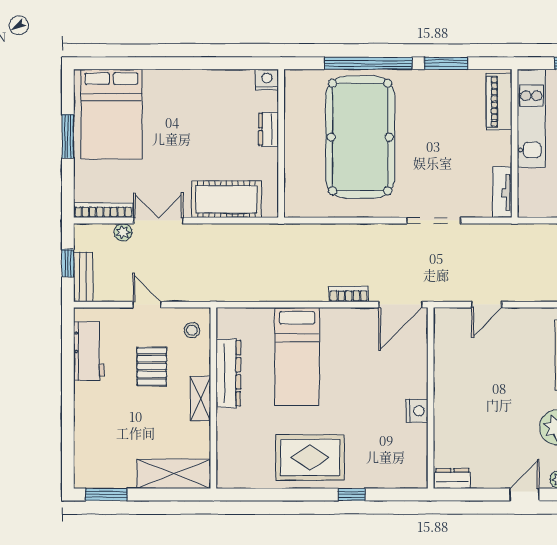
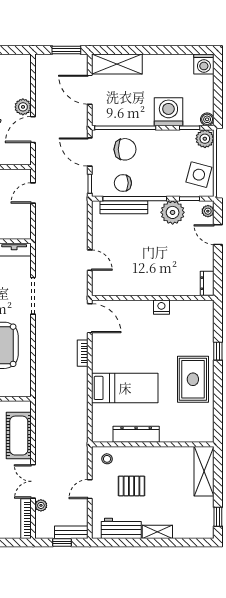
shelving: (201, 398) -> (157, 532), moved
window: (106, 494) -> (218, 517), width x0.67

